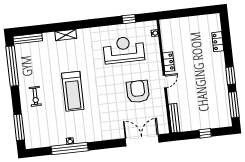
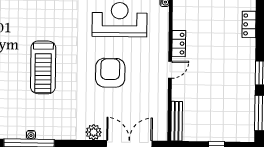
armchair: (138, 92) -> (110, 73), moved
plant: (115, 134) -> (94, 132), added

